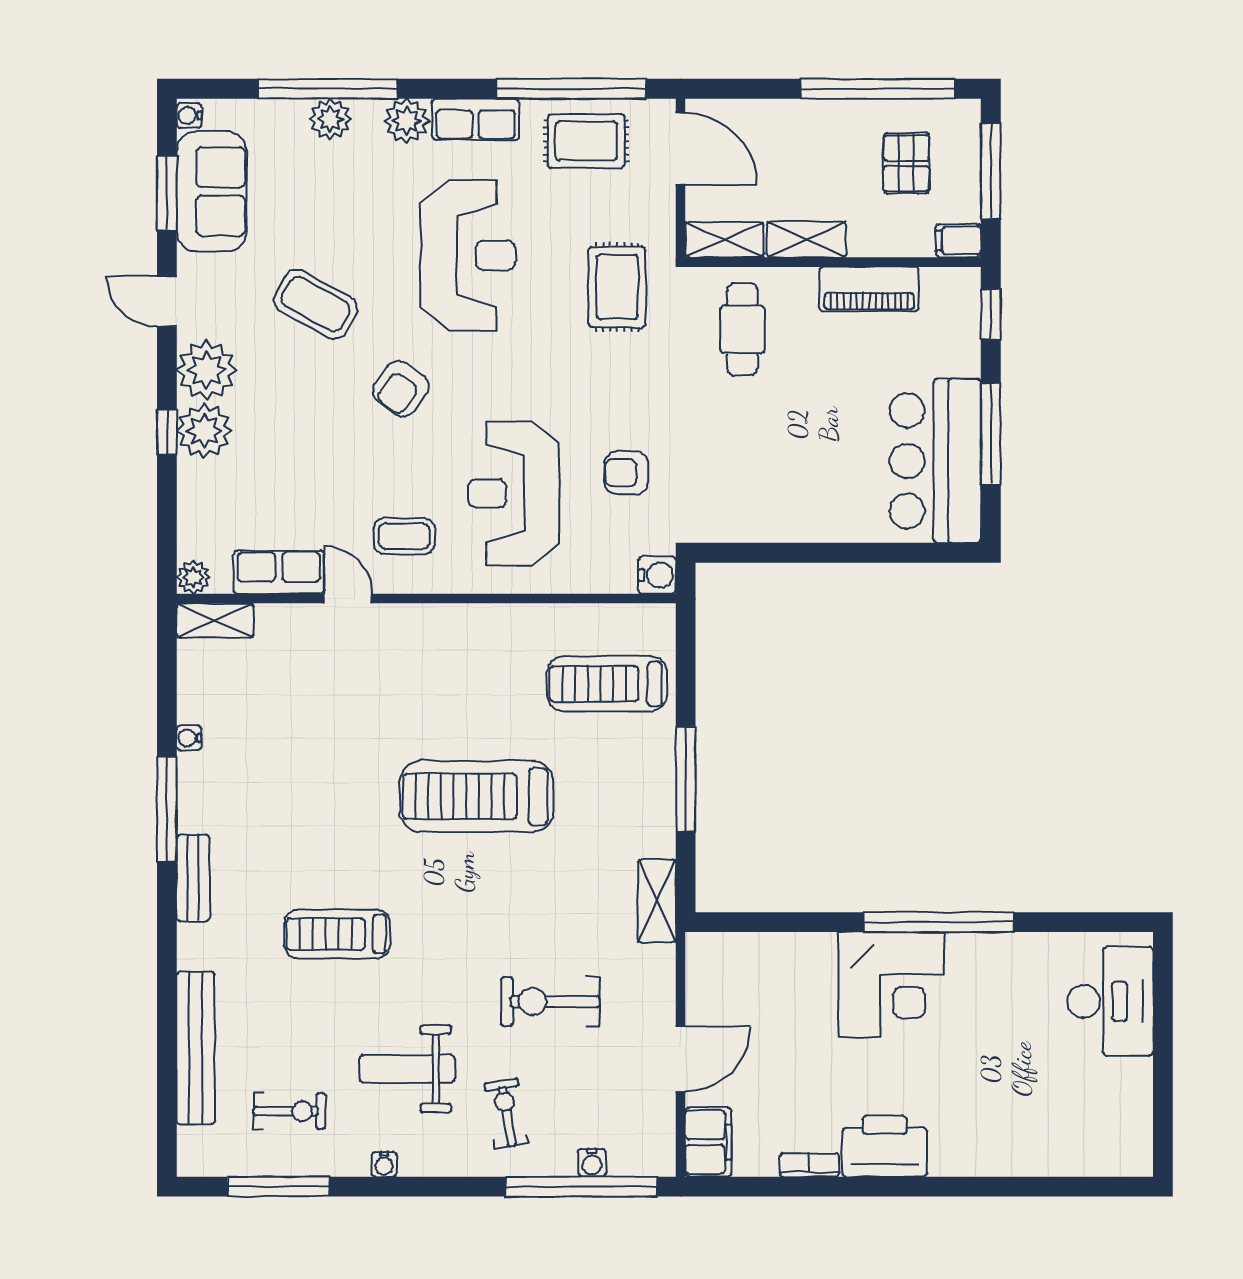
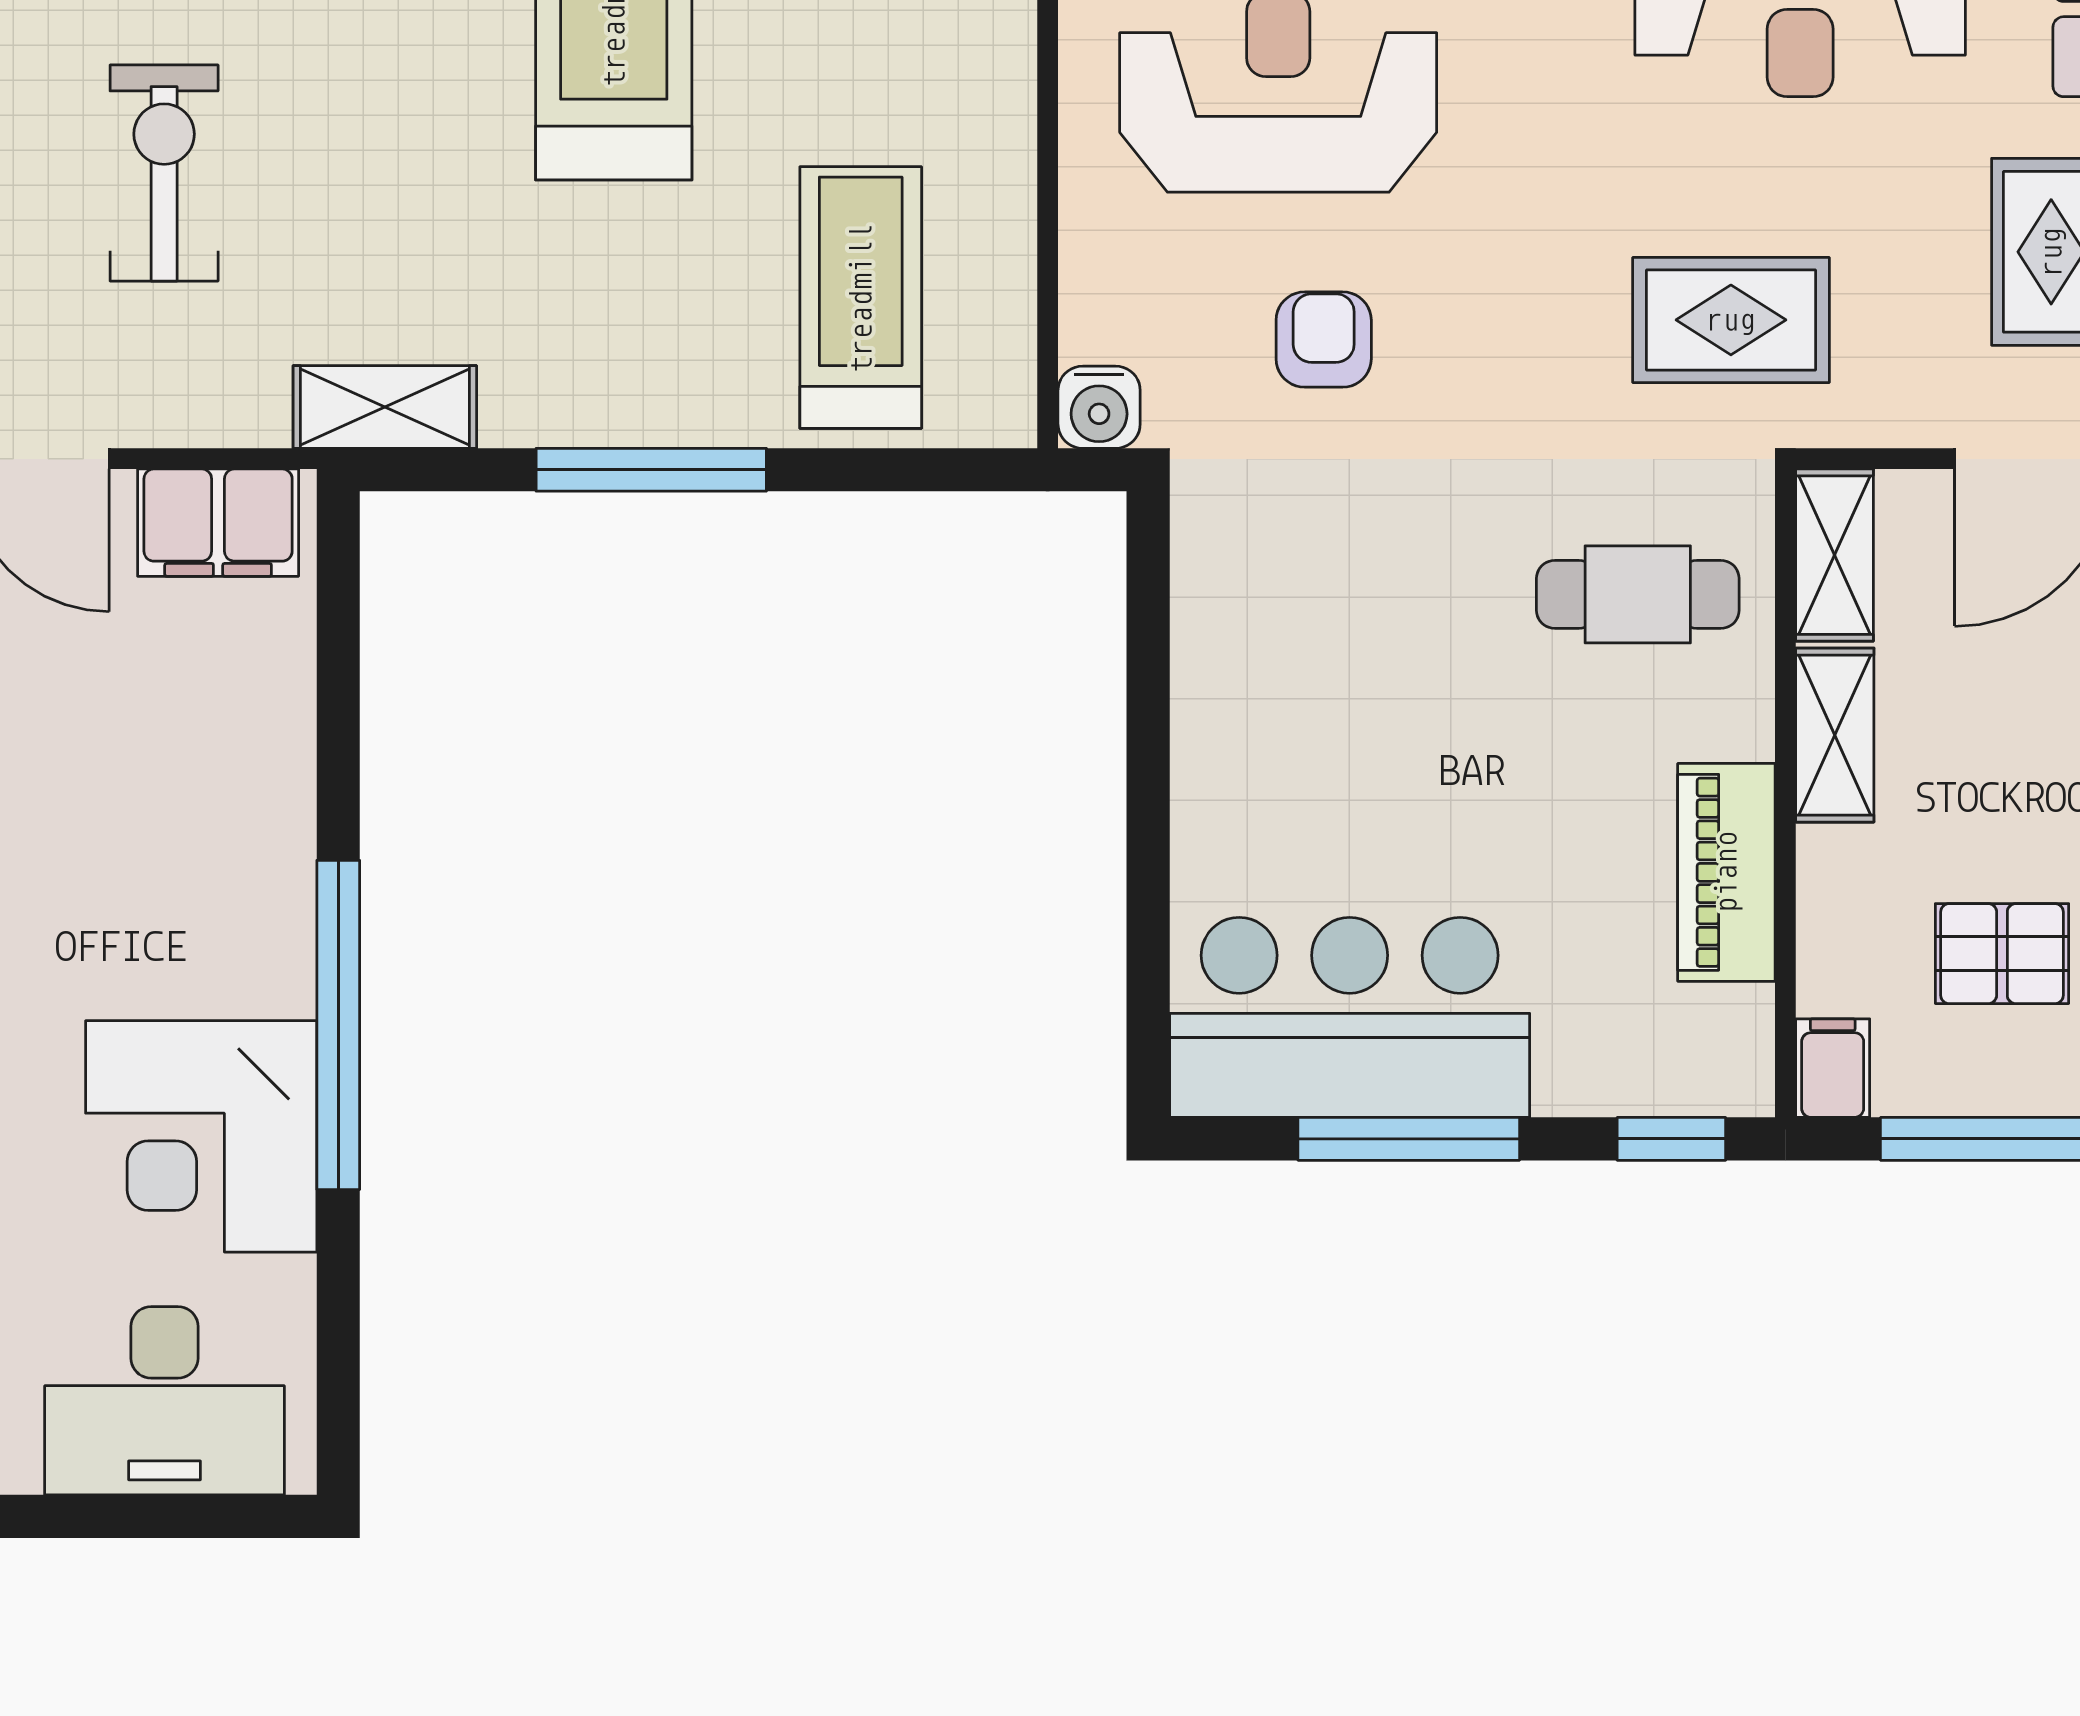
filing cabinet: (710, 977) -> (218, 523), added
corner desk: (891, 985) -> (201, 1136), moved

